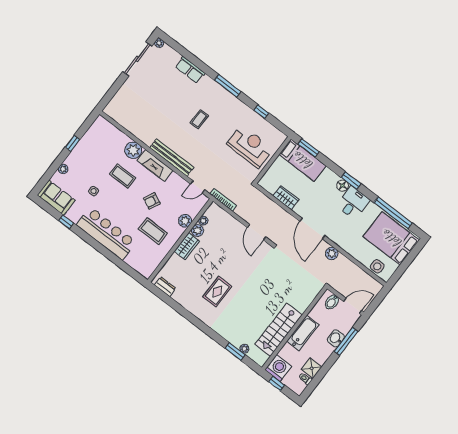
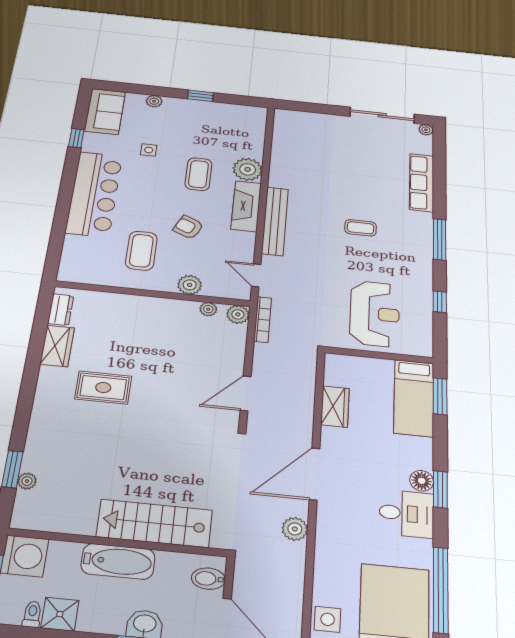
row of seats: (190, 70) -> (421, 183), width x1.48
plant: (197, 231) -> (238, 314), moved
wardrobe: (187, 246) -> (57, 346), moved, turned -90
stairs: (279, 330) -> (154, 523), moved

